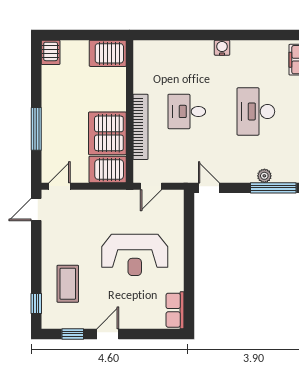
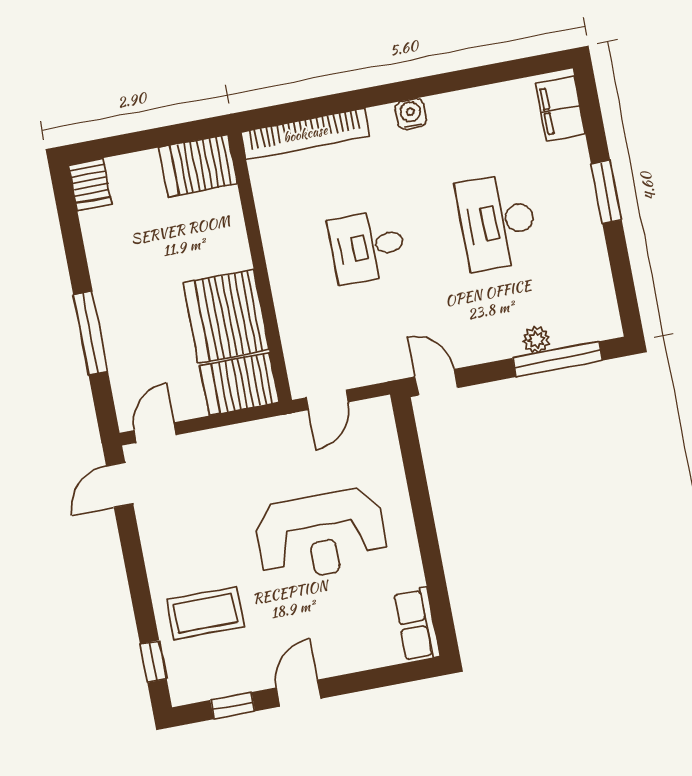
bookcase: (140, 127) -> (305, 134), moved, turned 90
coffee table: (68, 284) -> (205, 613), turned 90

